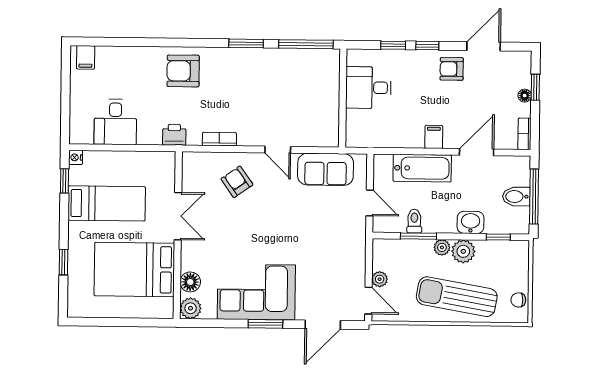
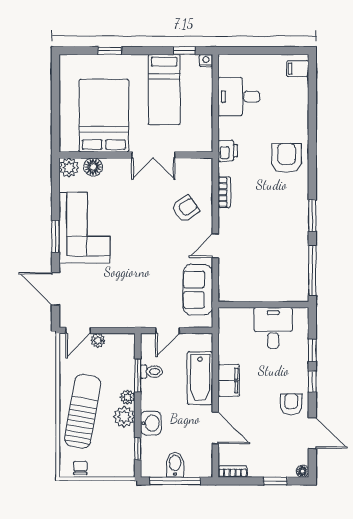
floor lamp: (525, 96) -> (303, 471), moved
filing cabinet: (434, 137) -> (229, 380), width x2.00

